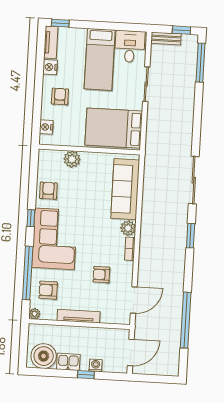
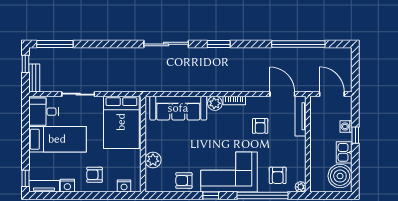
tv unit: (79, 316) -> (300, 116), moved

